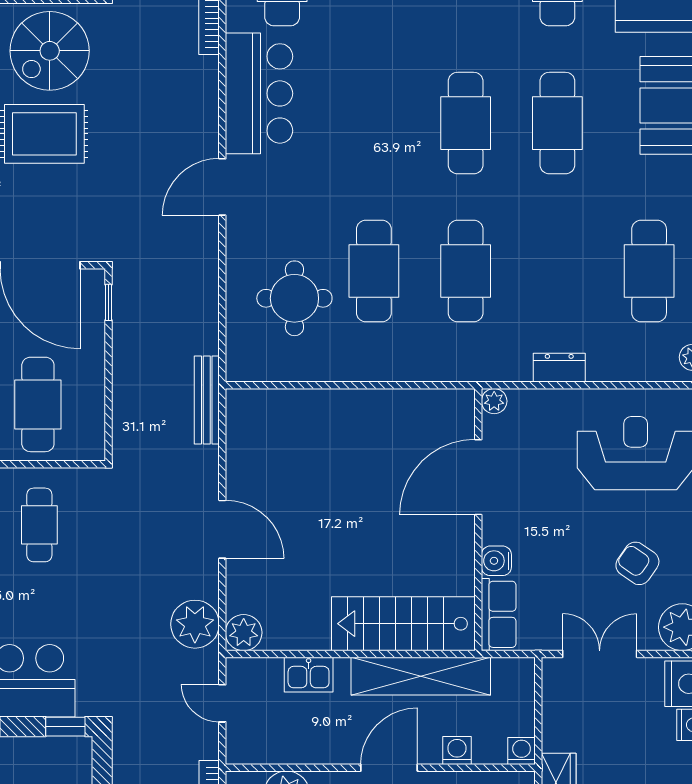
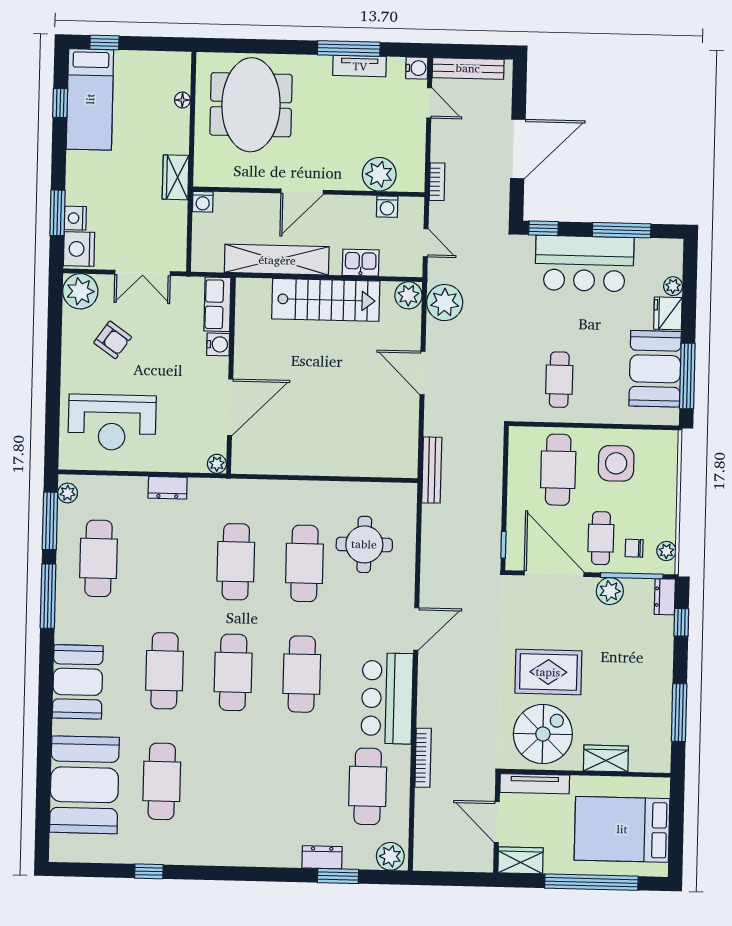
cafe table: (374, 123) -> (302, 674), added
stairs: (403, 624) -> (326, 300), moved
washing machine: (457, 751) -> (387, 207), moved

